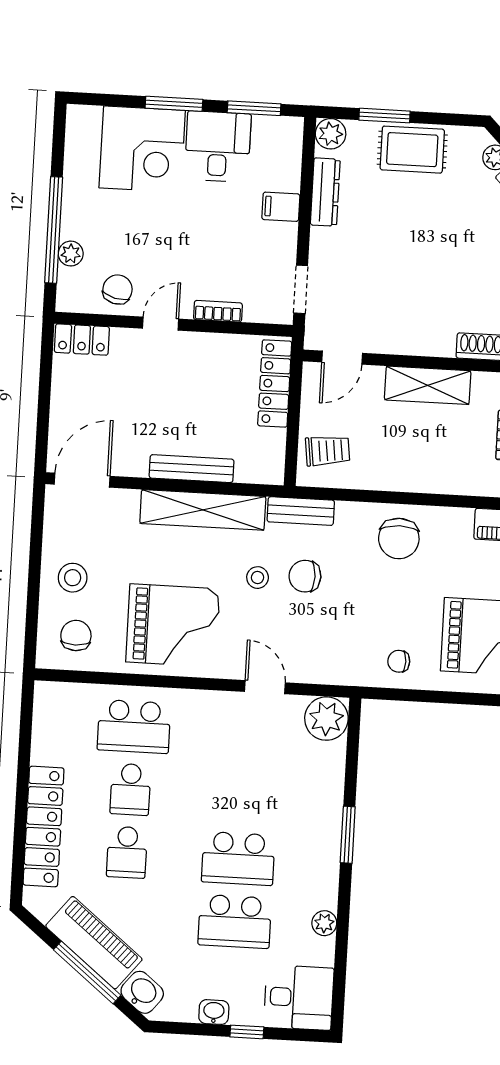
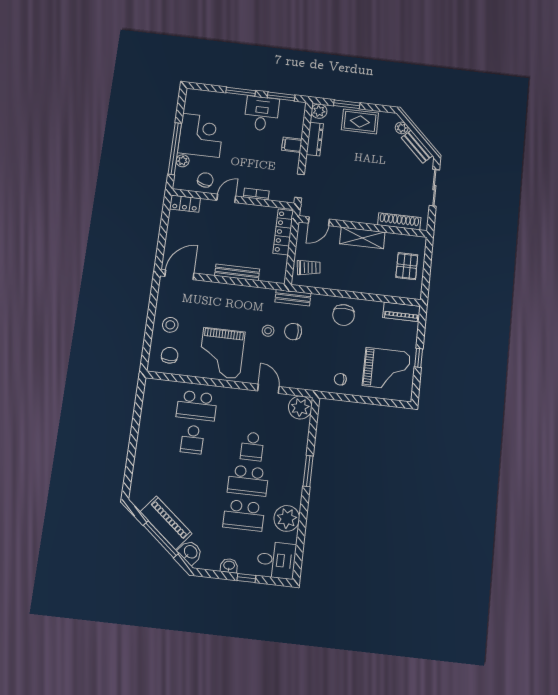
corner desk: (142, 149) -> (201, 135), moved, turned -90
shelving: (203, 510) -> (242, 294), removed
grand piano: (173, 625) -> (222, 353), turned 90
locker: (44, 826) -> (144, 457), removed
school desk: (127, 852) -> (252, 446), moved
plant: (324, 923) -> (287, 518), width x1.87, depth x1.87

